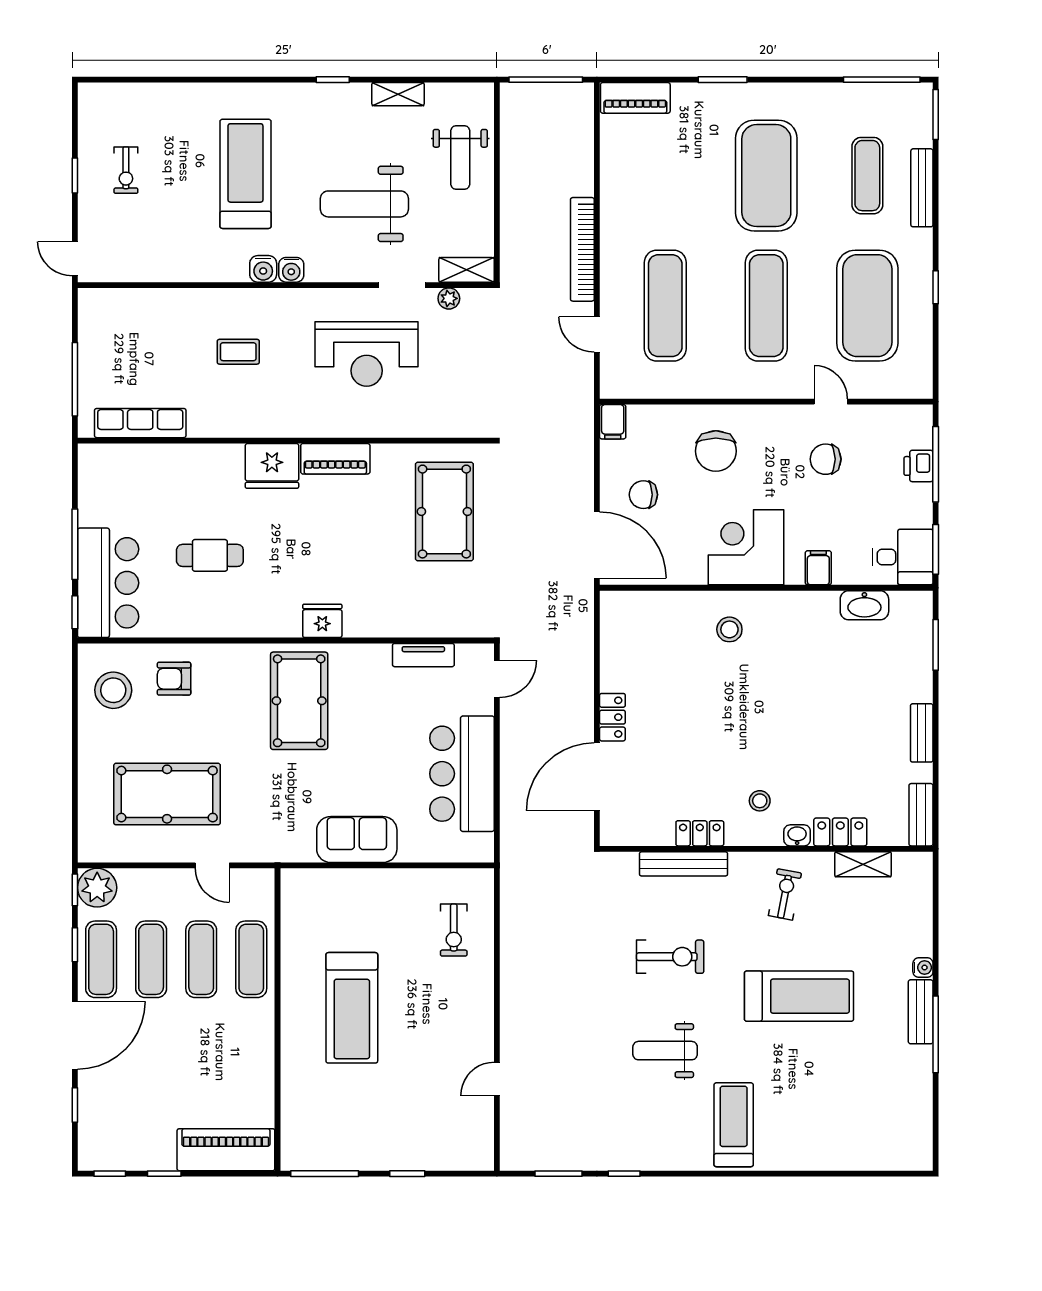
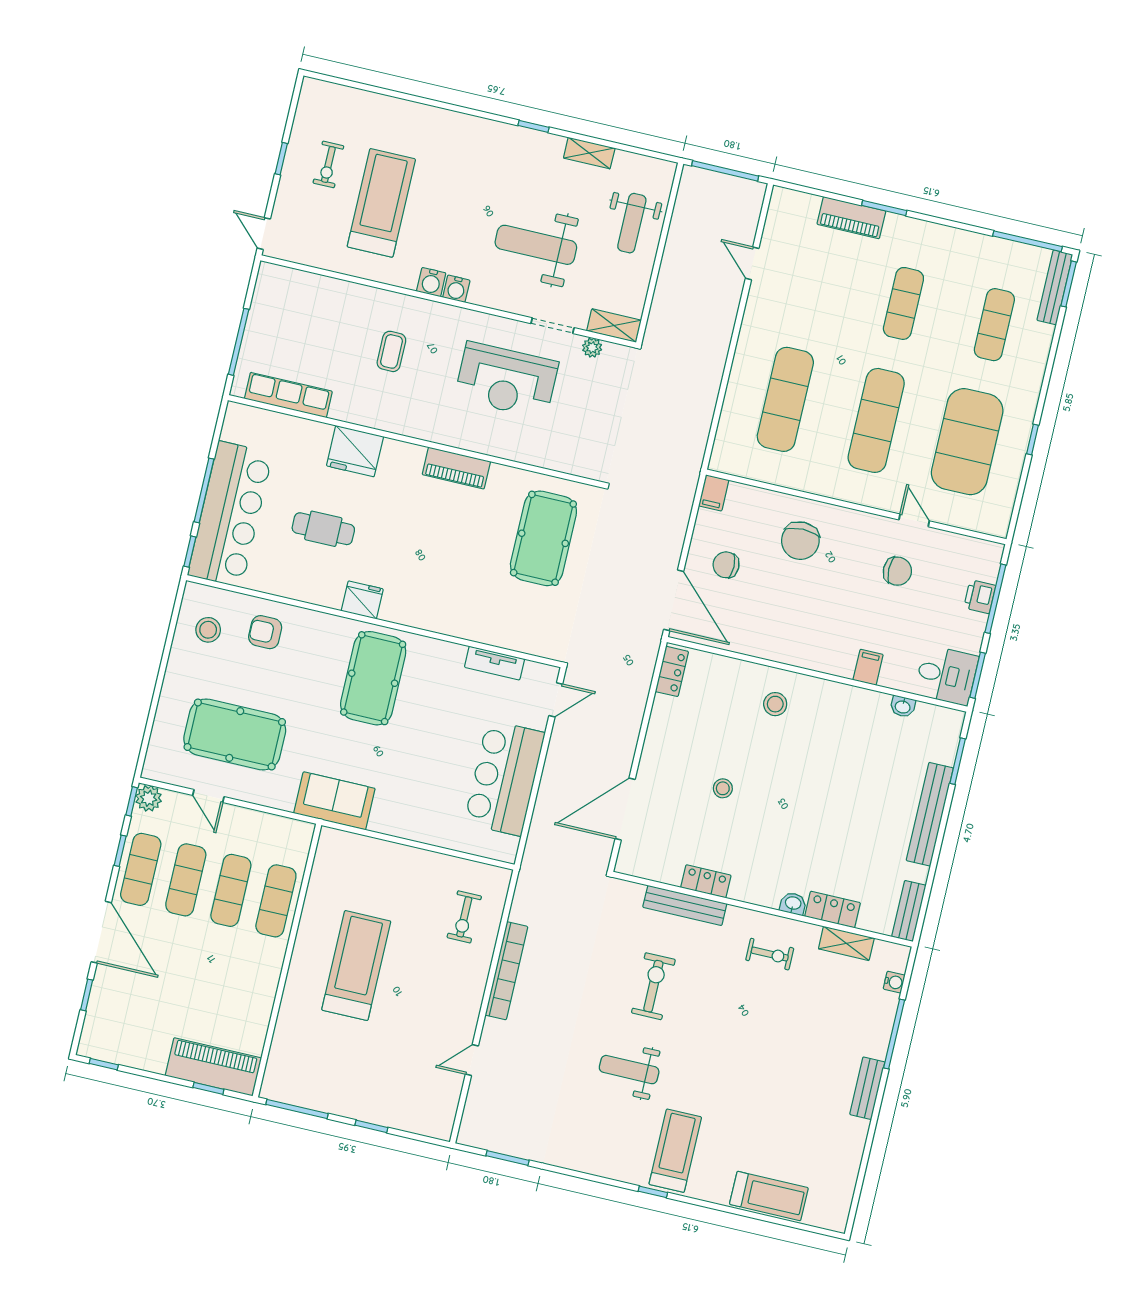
piano: (635, 98) -> (851, 218), moved
treadmill: (245, 174) -> (381, 203), moved
exercise mat: (766, 176) -> (903, 303), width x0.50, depth x0.69
bench: (922, 188) -> (1055, 287), moved
bookcase: (582, 249) -> (506, 971), moved, turned 180
door: (597, 334) -> (752, 263), moved
coffee table: (238, 352) -> (391, 351), turned 90
chair: (826, 459) -> (897, 571), turned 180
fridge: (272, 466) -> (355, 451), moved
corner desk: (746, 547) -> (807, 634), removed
bar counter: (108, 583) -> (230, 514), width x1.36
washbasin: (864, 605) -> (903, 707), width x0.52, depth x0.69
fridge: (322, 621) -> (362, 600), moved
stool: (113, 690) -> (208, 630), width x0.73, depth x0.73
locker: (612, 717) -> (672, 671), moved
bench: (922, 733) -> (930, 814), width x1.86, depth x1.21
stool: (760, 801) -> (723, 788), moved
sofa: (357, 840) -> (334, 801), moved
door: (212, 865) -> (208, 796), moved
plant: (97, 888) -> (149, 798), width x0.73, depth x0.73
exercise bike: (785, 894) -> (770, 954), turned 79
exercise bike: (670, 957) -> (653, 986), turned -90
water cooler: (923, 968) -> (894, 982), moved
treadmill: (799, 996) -> (769, 1196), moved, width x0.73, depth x0.73
treadmill: (352, 1008) -> (356, 966), turned 180
window: (936, 1034) -> (894, 1034), moved
door: (75, 1035) -> (101, 932), hinge flipped
window: (164, 1174) -> (208, 1088), moved
window: (624, 1174) -> (653, 1192), moved

